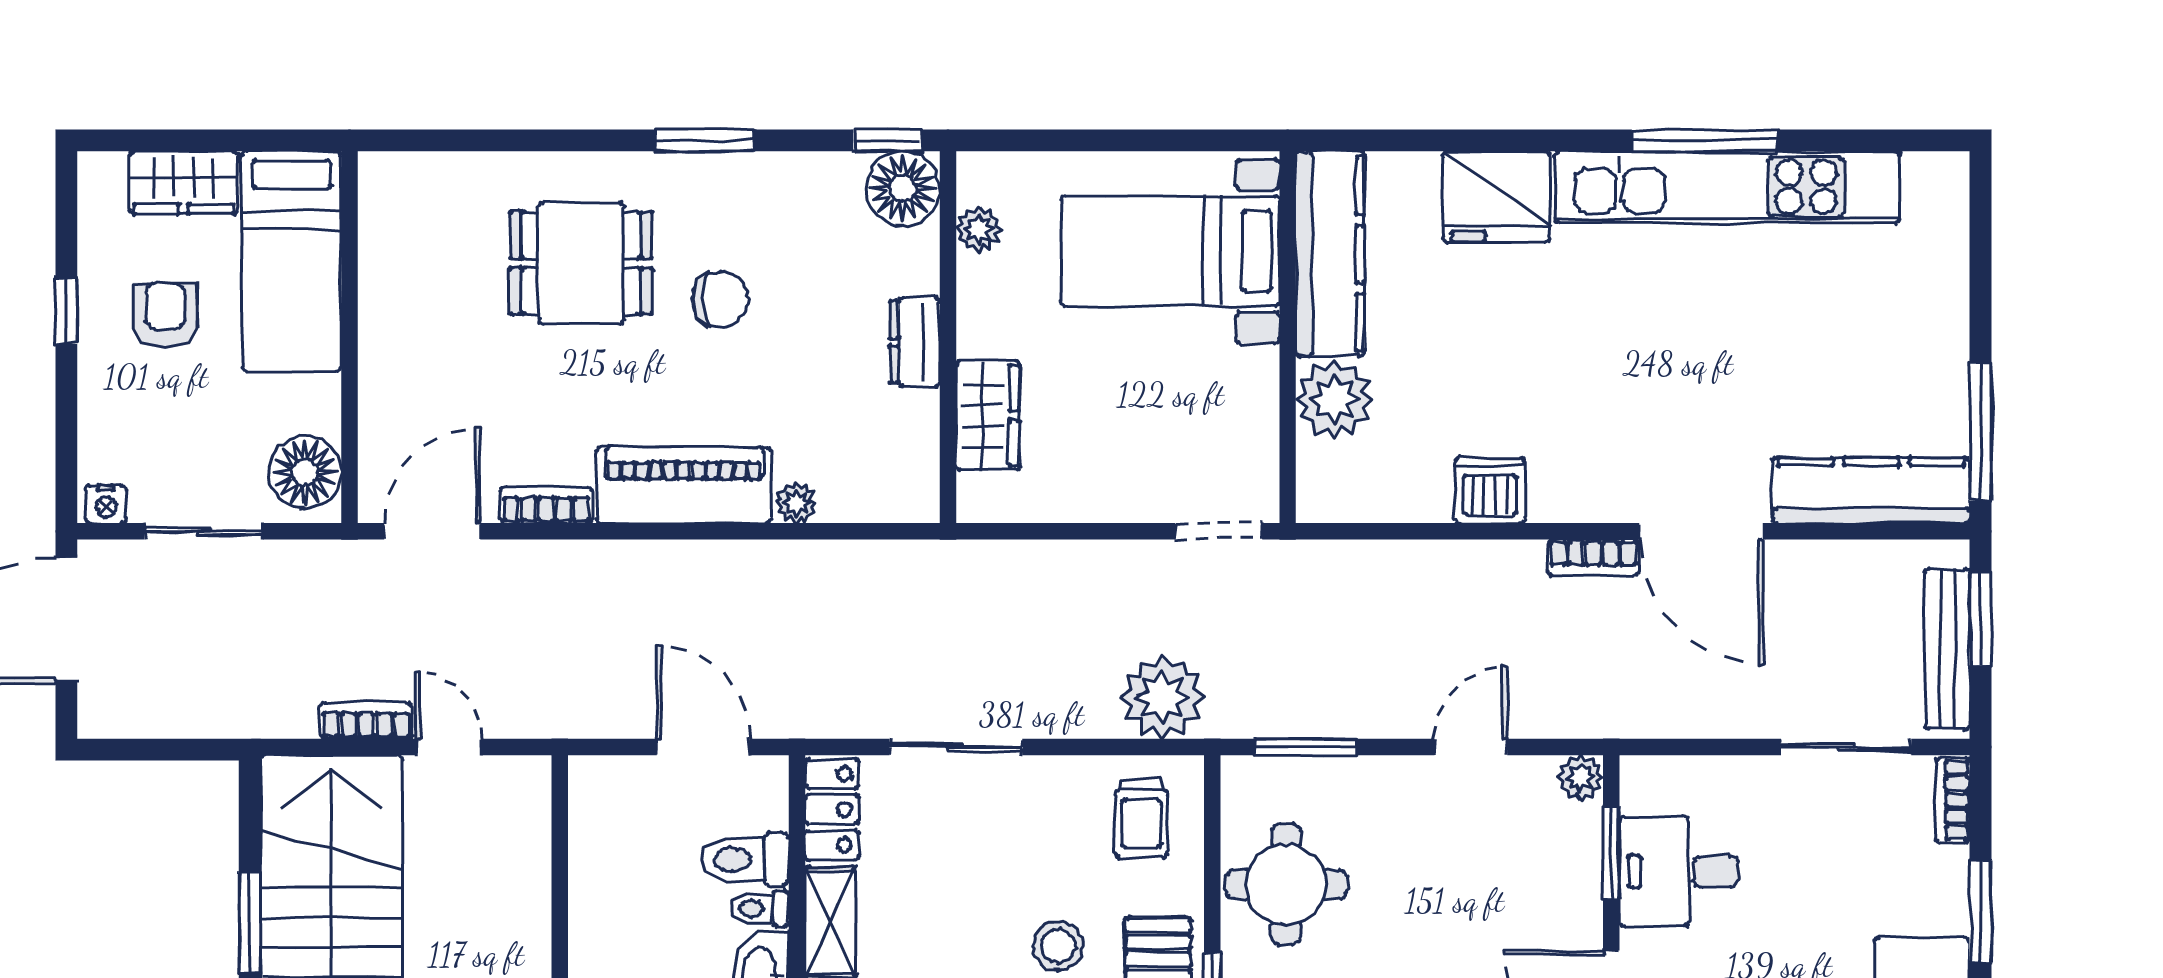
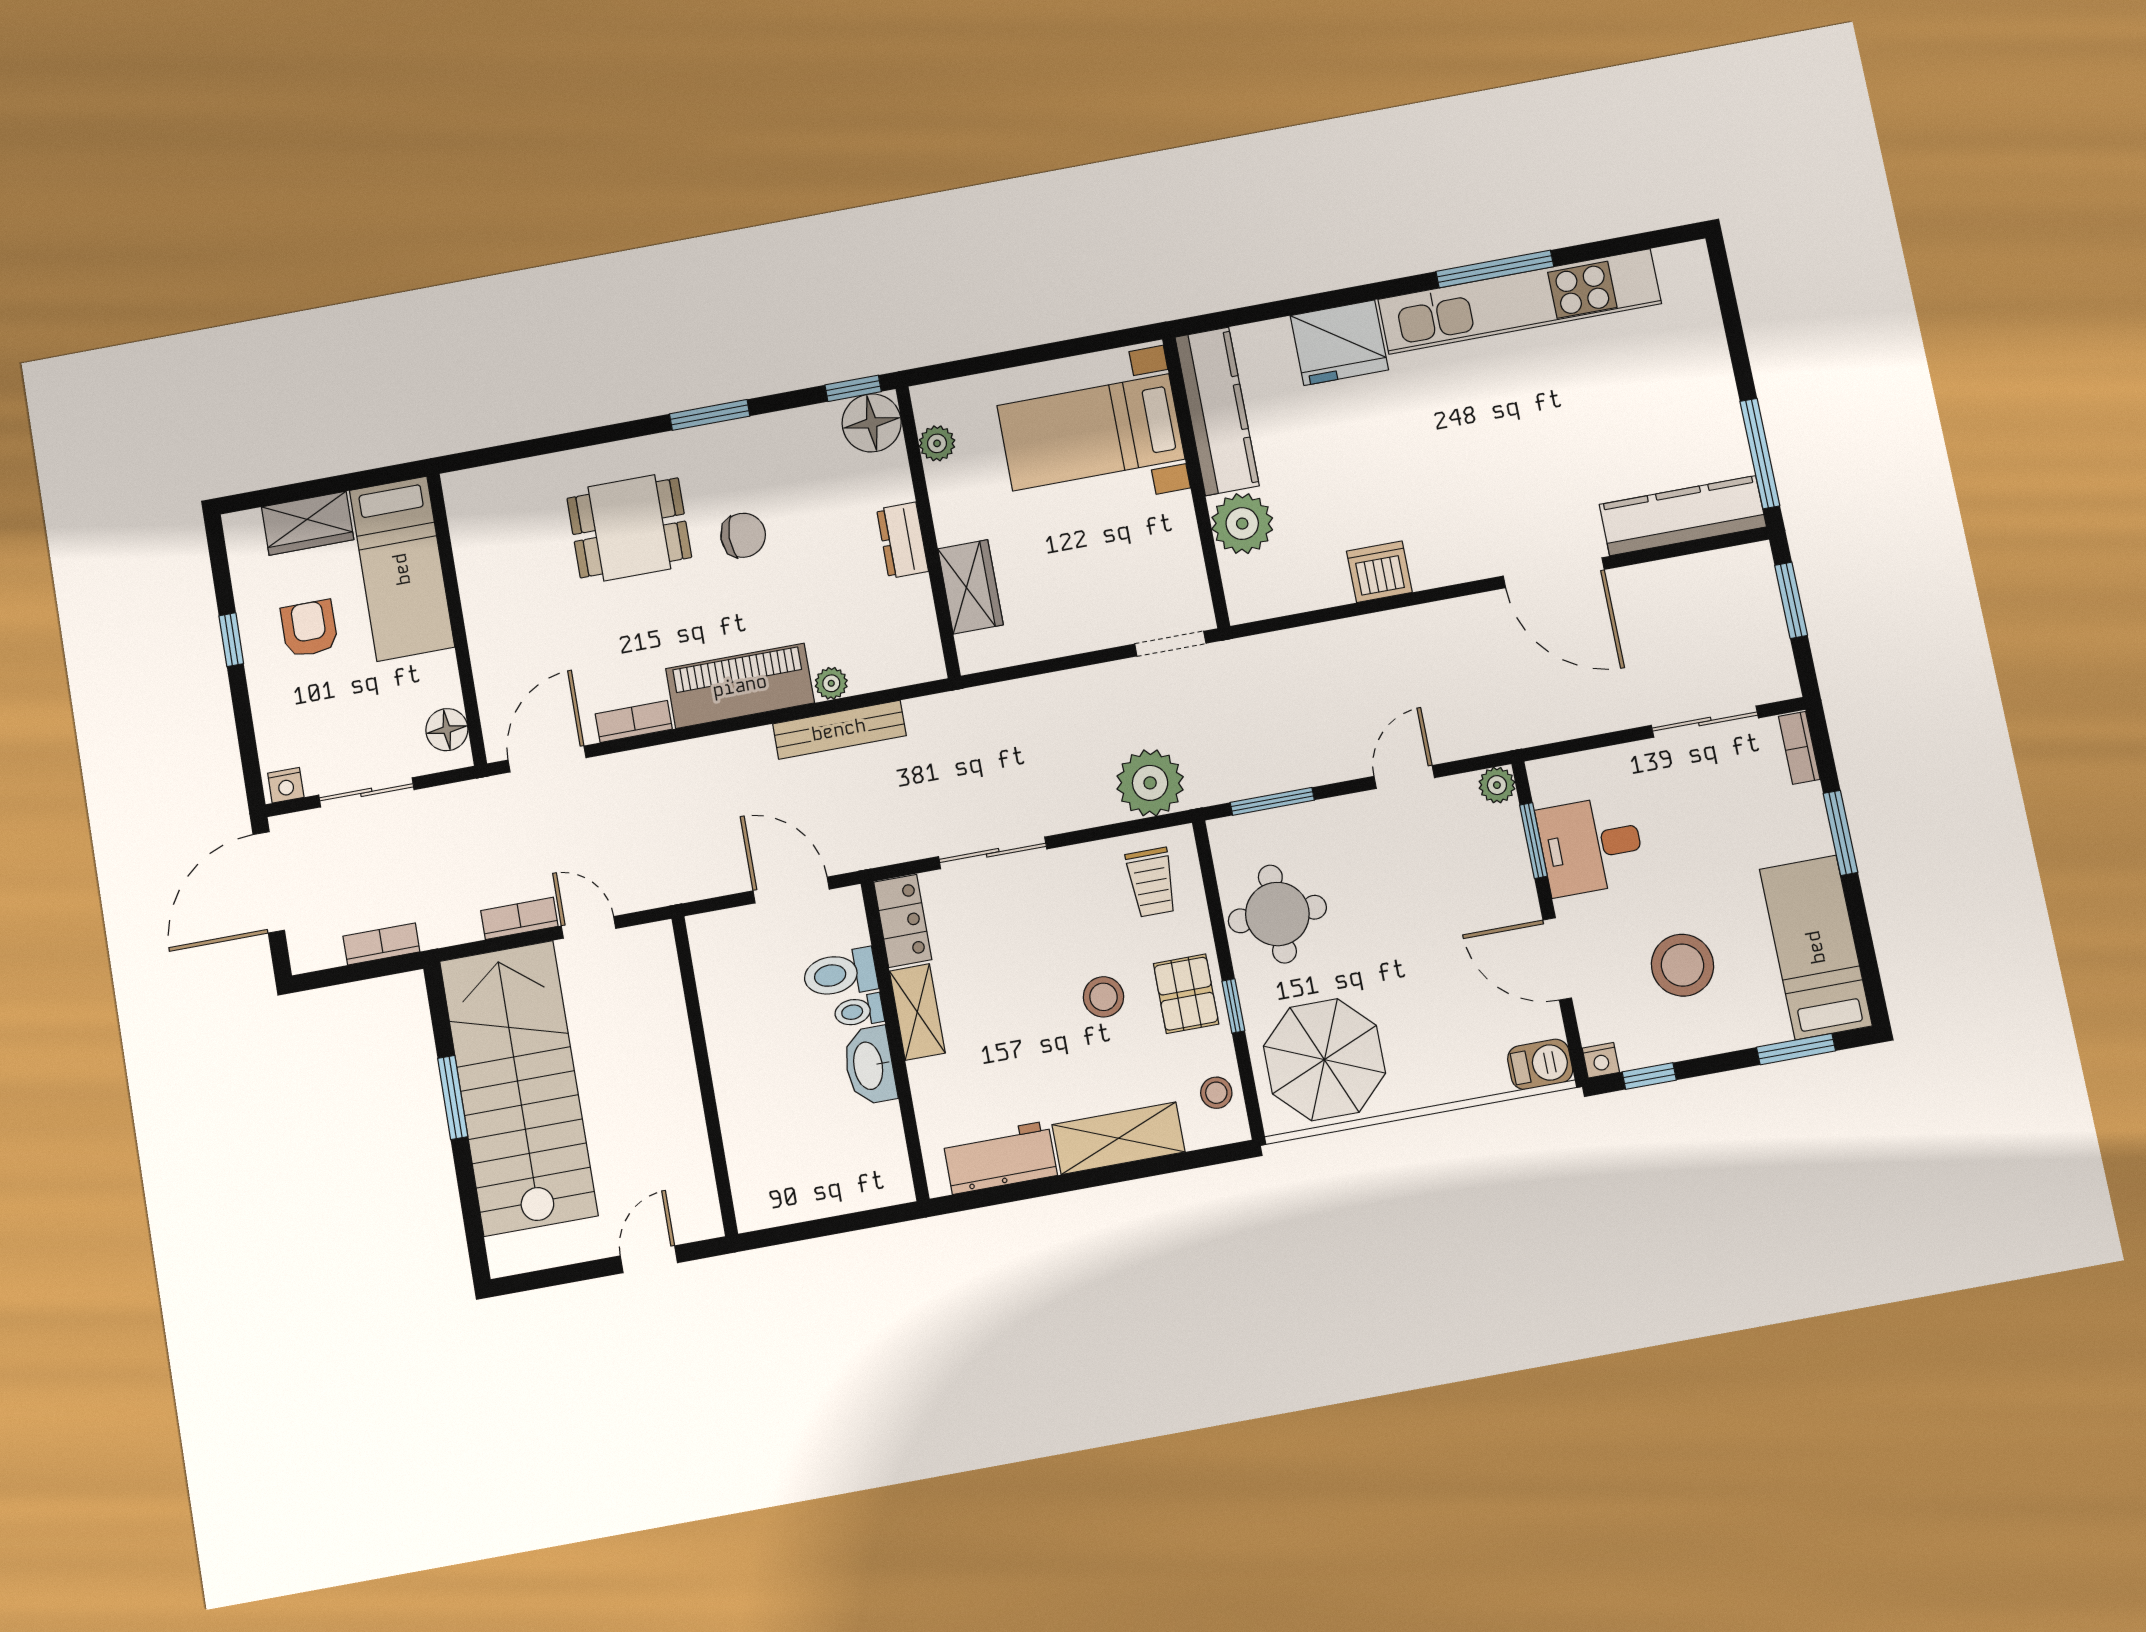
floor lamp: (305, 472) -> (447, 730), width x0.73, depth x0.73
bookcase: (1593, 558) -> (381, 944), moved, turned 180
bench: (1947, 649) -> (839, 730), moved, turned 90

